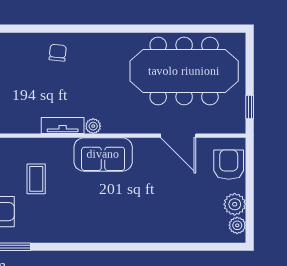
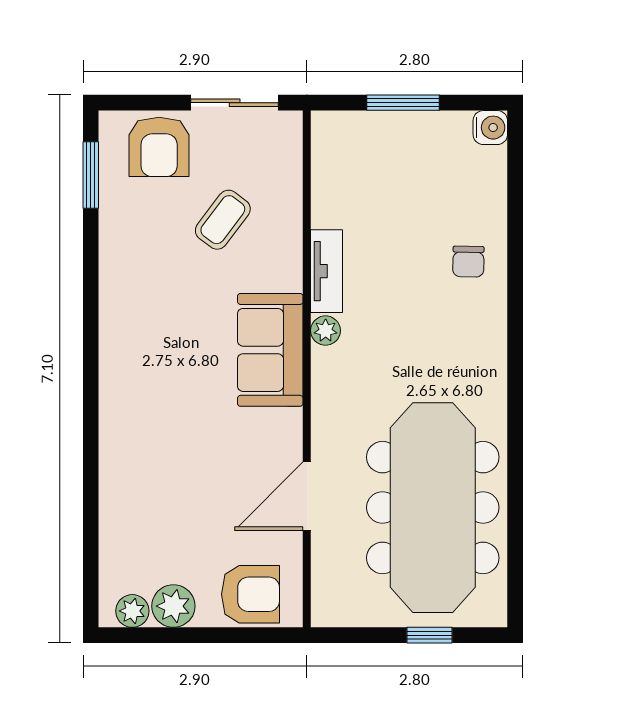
chair: (58, 53) -> (468, 262), turned 85
window: (250, 107) -> (429, 635), moved
coffee table: (36, 179) -> (223, 220), turned -53

